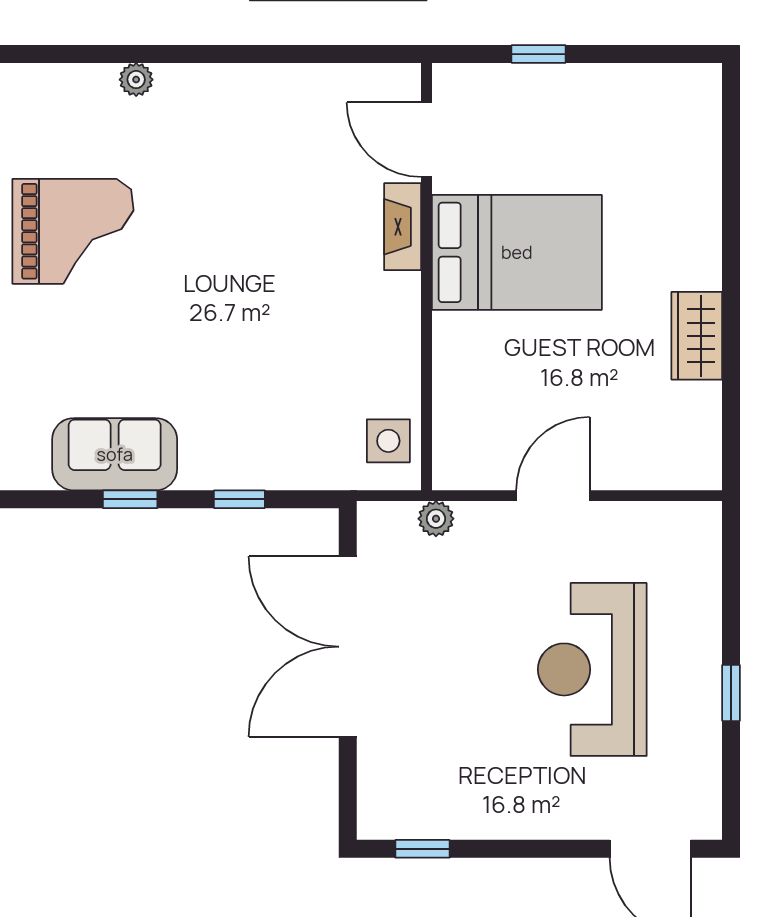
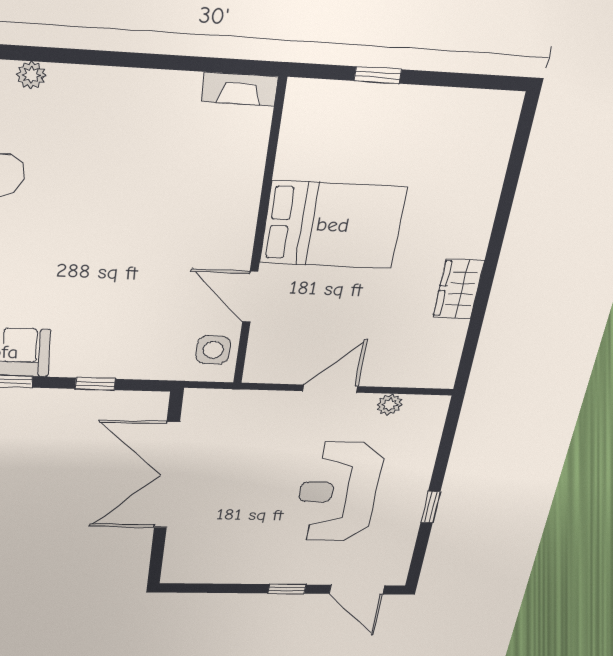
door: (427, 140) -> (250, 297), moved
fireplace: (403, 227) -> (240, 89), moved, turned -90
plant: (436, 519) -> (390, 405), moved
window: (422, 849) -> (287, 589), moved

